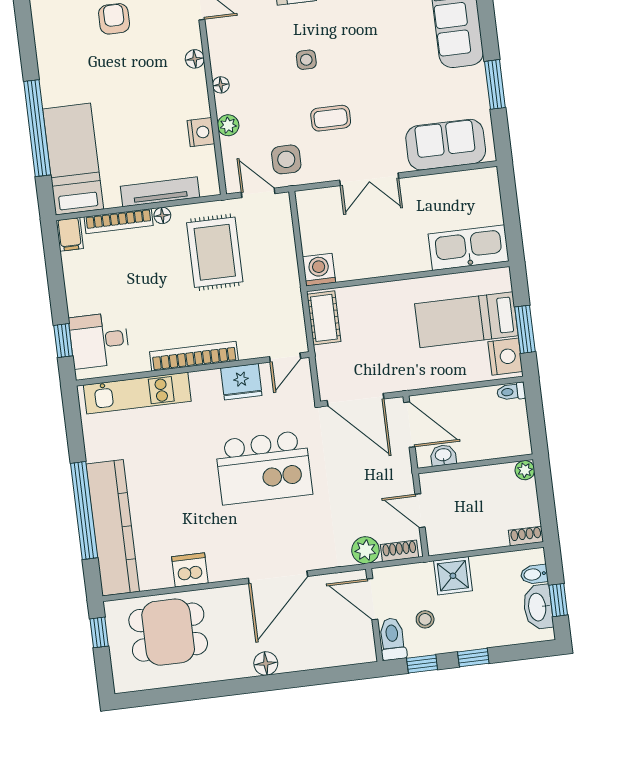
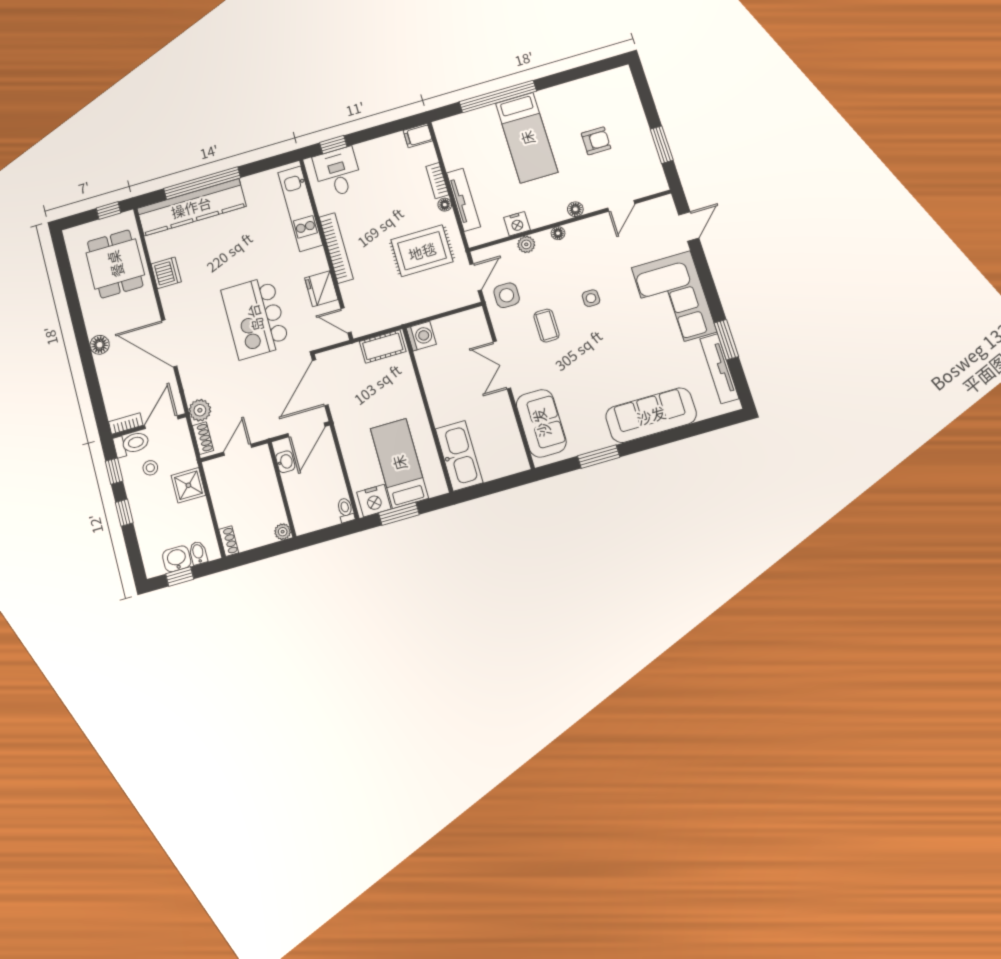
bed: (73, 159) -> (527, 138), moved, turned 90
bookcase: (119, 221) -> (437, 181), width x0.64
washbasin: (538, 607) -> (177, 559), width x0.72
bookcase: (367, 643) -> (126, 424), added

